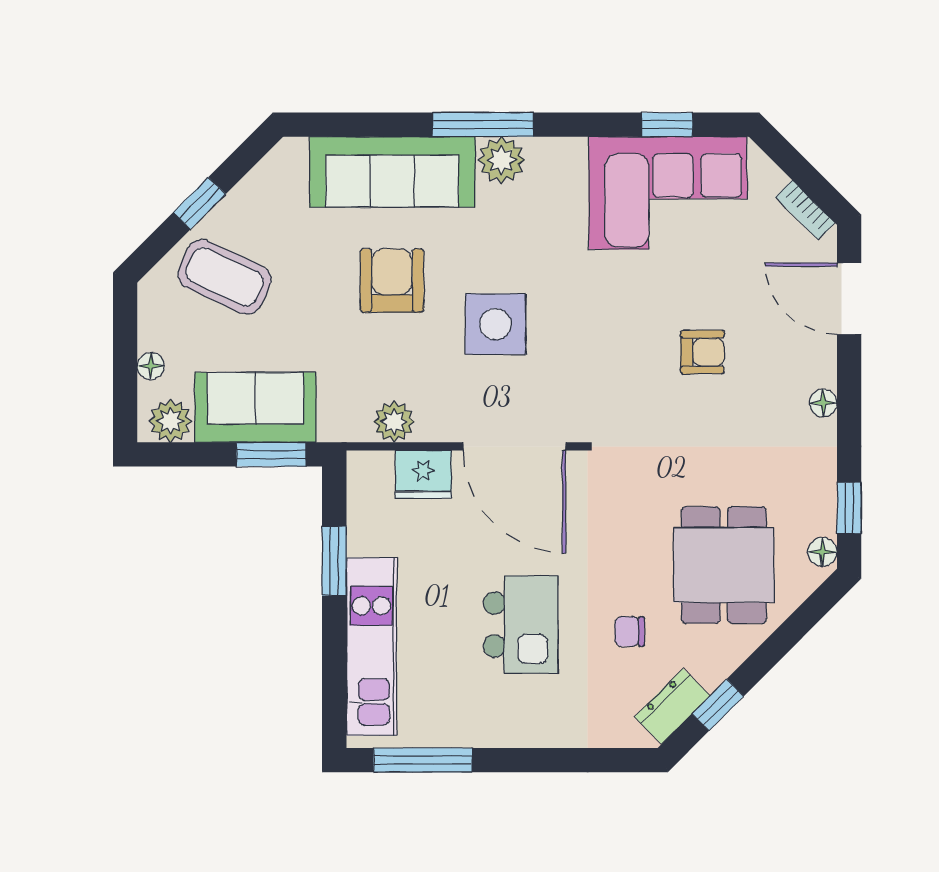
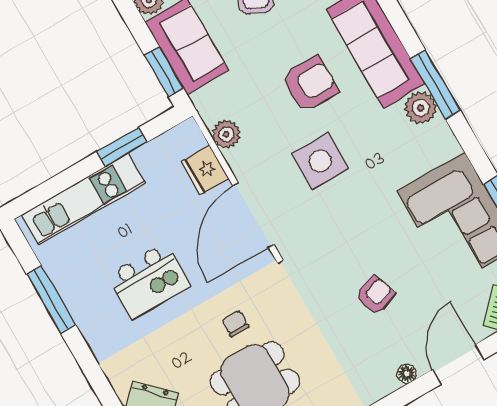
armchair: (702, 352) -> (375, 295), turned -108
floor lamp: (823, 403) -> (407, 374), moved
chair: (630, 632) -> (235, 324), moved
window: (423, 760) -> (51, 300), moved

